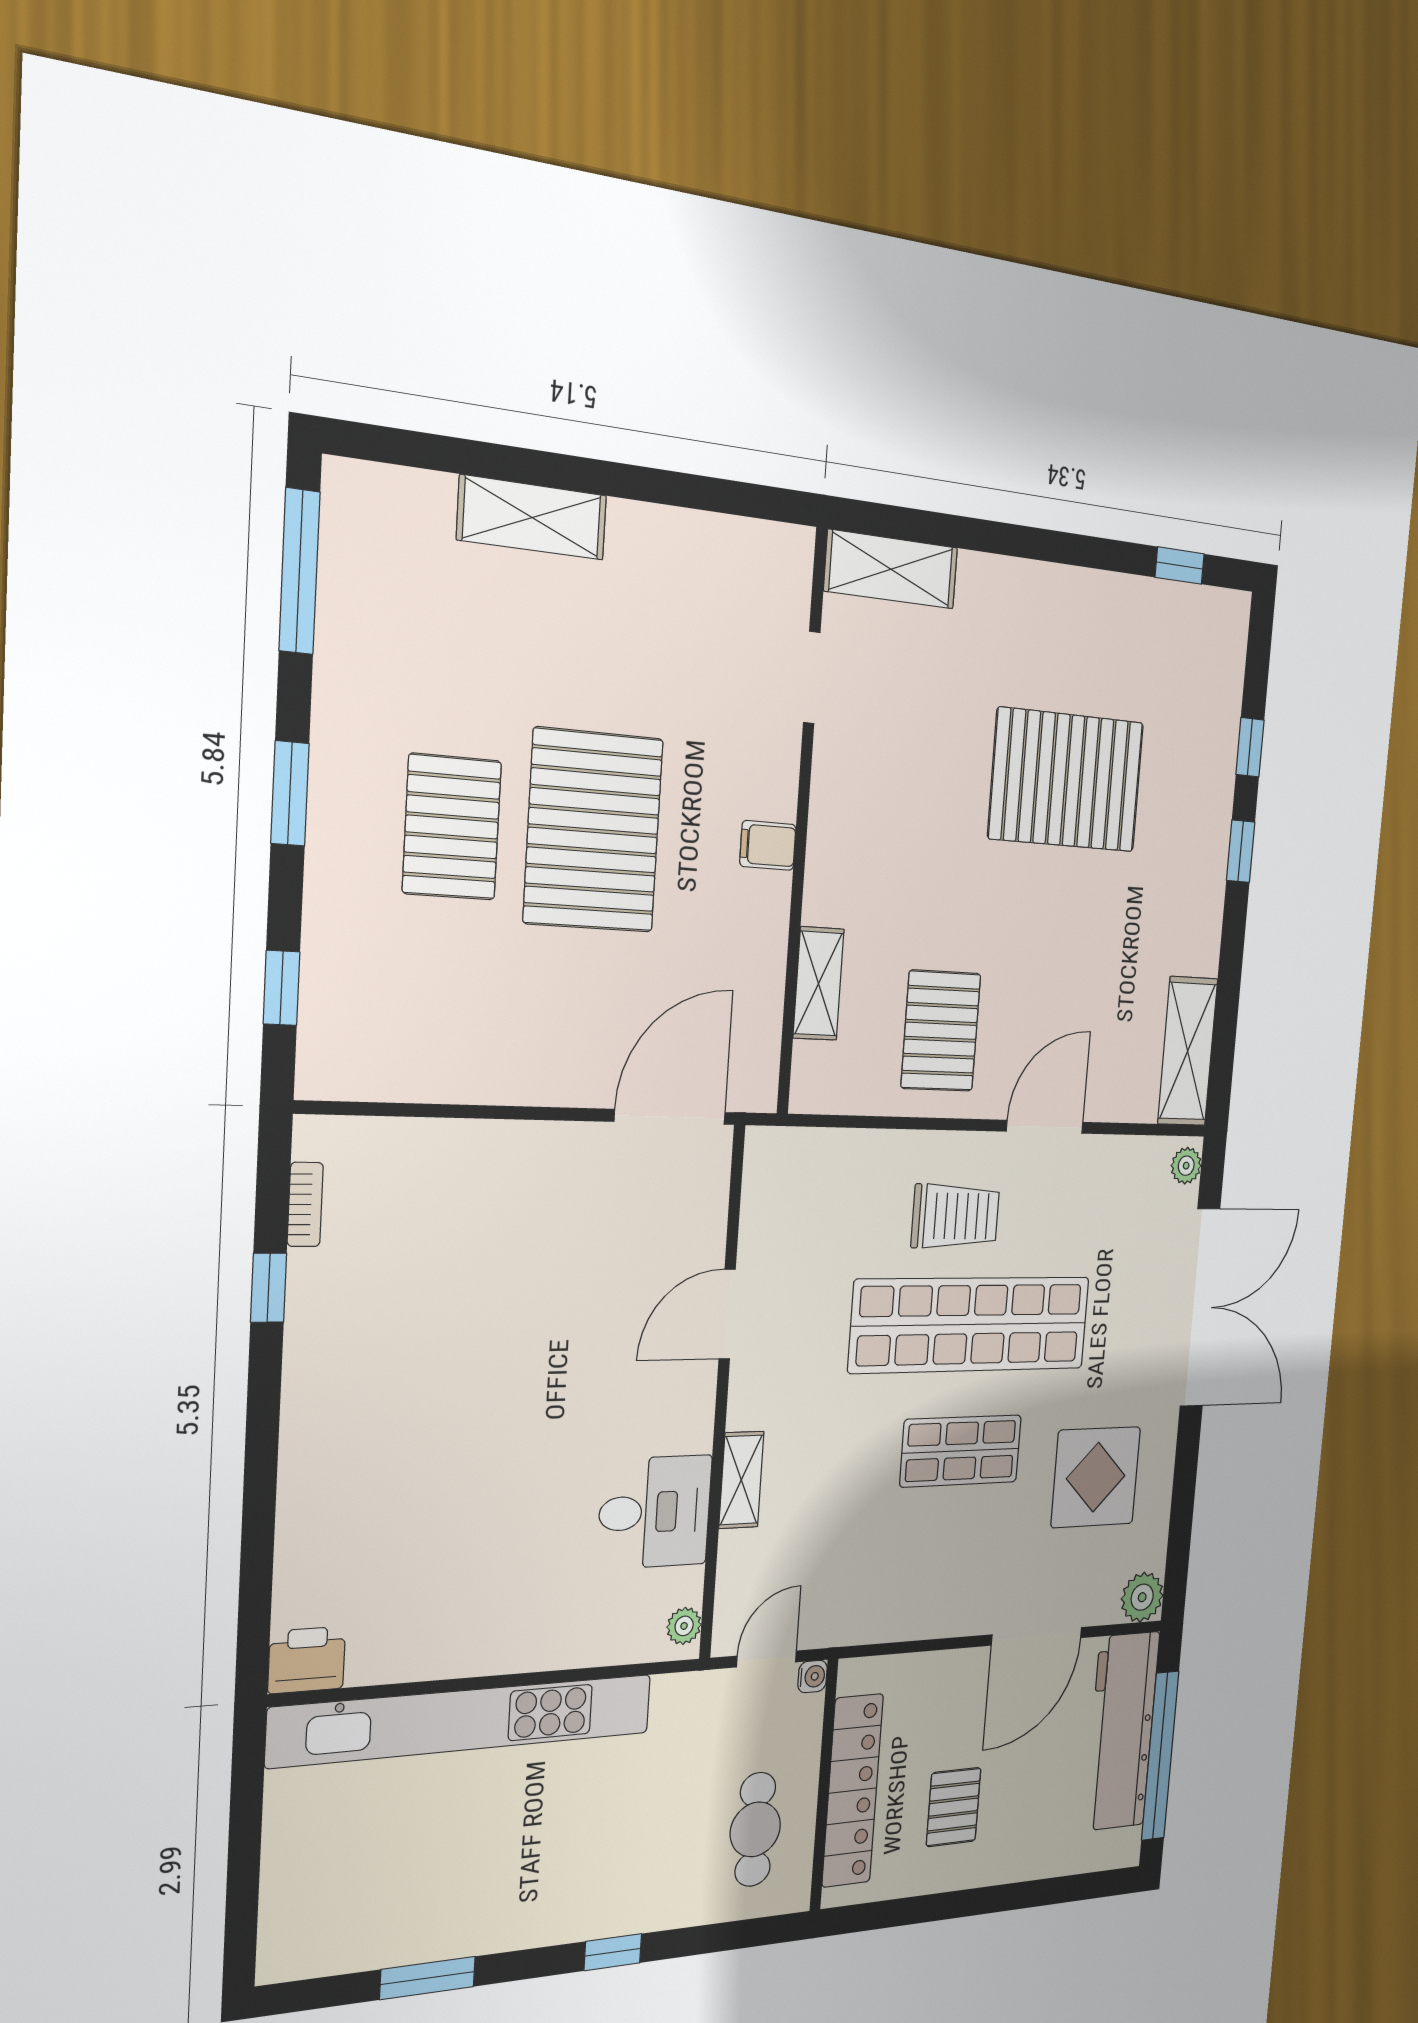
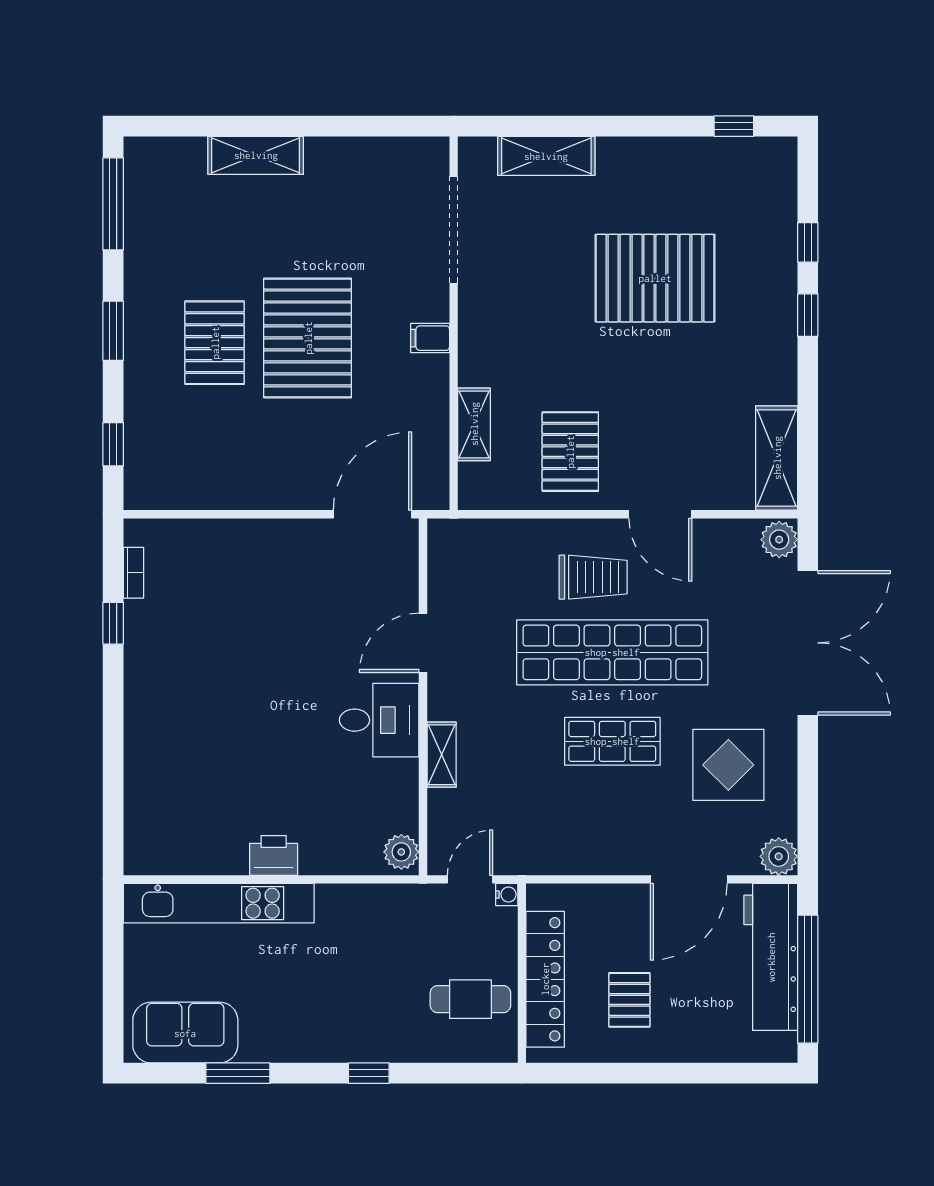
shelving: (891, 569) -> (546, 156), moved
doorway: (812, 677) -> (454, 230), width x1.87
door: (1045, 1127) -> (660, 514), swing flipped
plant: (1186, 1166) -> (779, 540), width x1.38, depth x1.38
desk: (655, 1512) -> (379, 720), moved
plant: (684, 1626) -> (401, 852), width x1.38, depth x1.38
printer: (307, 1660) -> (274, 855), moved
kitchen unit: (464, 1720) -> (219, 903), width x0.73
cafe table: (755, 1829) -> (470, 999), turned 90
sofa: (352, 1928) -> (185, 1033), added

